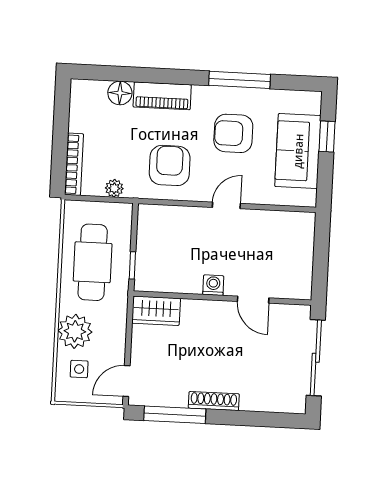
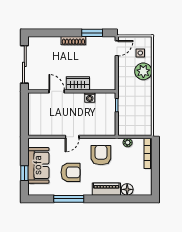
armchair: (170, 165) -> (101, 155), turned 180
cafe table: (93, 262) -> (136, 106), removed
washing machine: (213, 285) -> (90, 97), moved
wardrobe: (156, 311) -> (78, 83), moved
window: (175, 415) -> (92, 33), width x0.69

